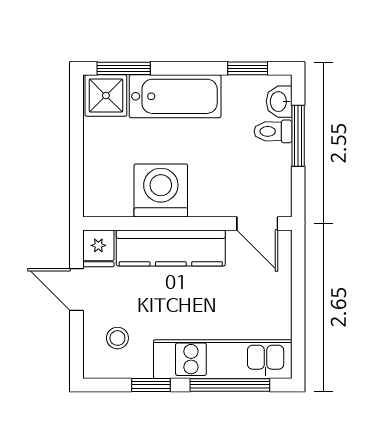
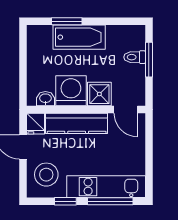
window: (124, 68) -> (67, 21), moved
window: (248, 68) -> (120, 21), removed
shower: (106, 96) -> (99, 94), moved
washbasin: (279, 102) -> (45, 99), moved, turned 90
stool: (117, 338) -> (46, 175), width x1.89, depth x1.89

